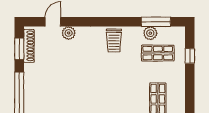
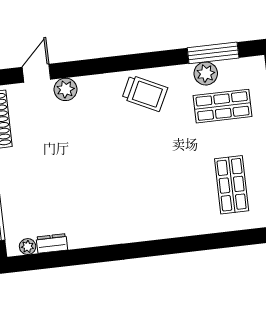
trolley: (114, 40) -> (145, 93), turned -64

